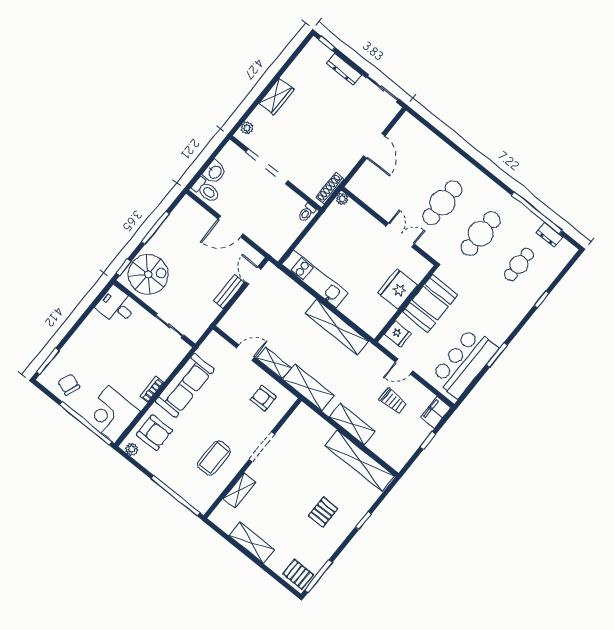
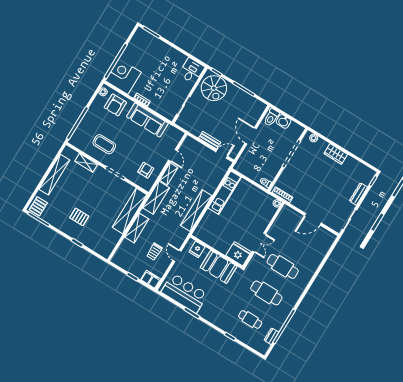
fridge: (398, 289) -> (239, 254), moved
chair: (69, 384) -> (139, 47), removed
shelving: (360, 461) -> (130, 211), moved
shelving: (252, 543) -> (54, 175), width x1.47

